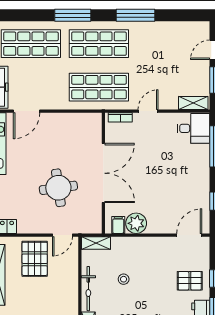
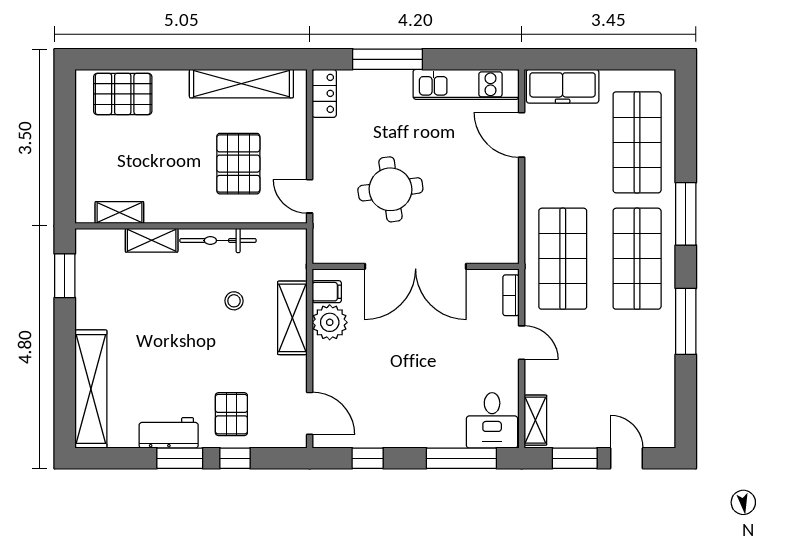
shelving: (96, 243) -> (292, 318), moved, width x1.50, depth x1.33
pallet: (35, 259) -> (238, 164), moved, turned 90

